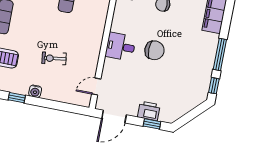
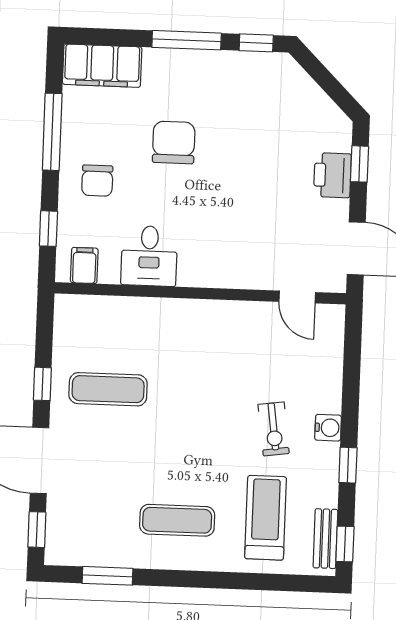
desk: (120, 47) -> (149, 256), moved
chair: (154, 50) -> (174, 142), moved
exercise bike: (54, 58) -> (274, 429), moved

